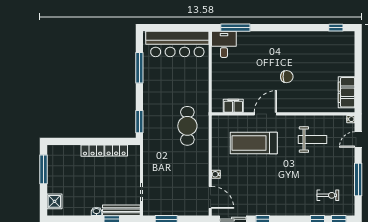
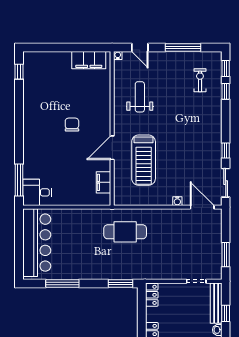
door: (265, 114) -> (112, 148), hinge flipped
locker: (116, 151) -> (152, 295), moved
door: (210, 197) -> (202, 207), hinge flipped

